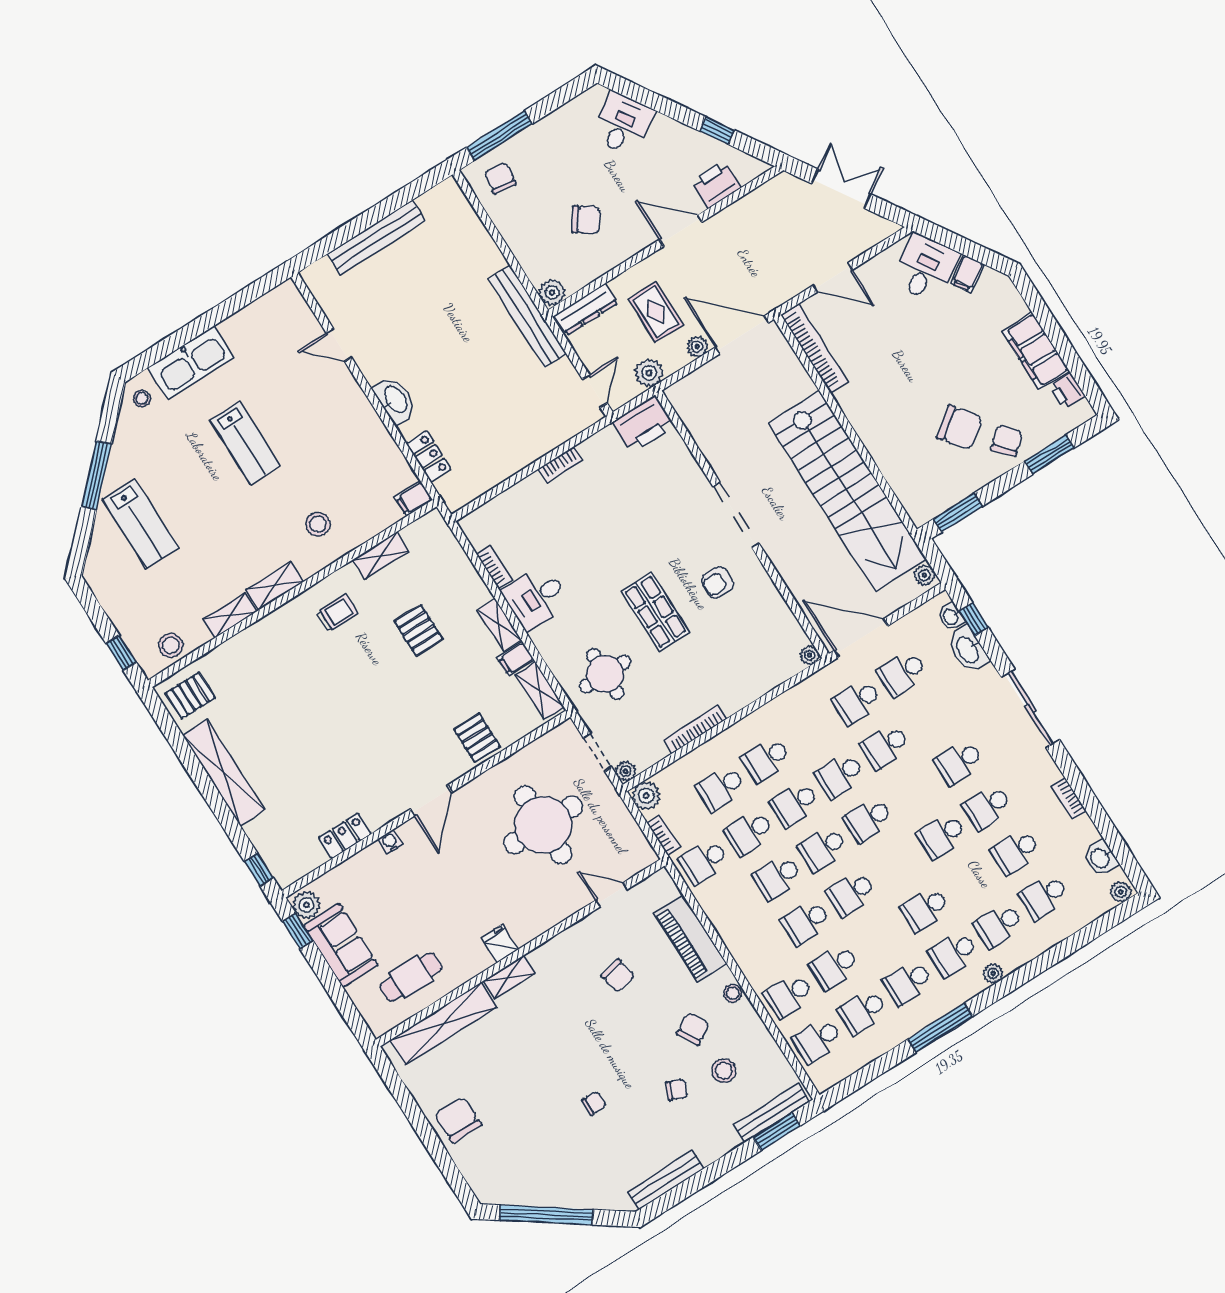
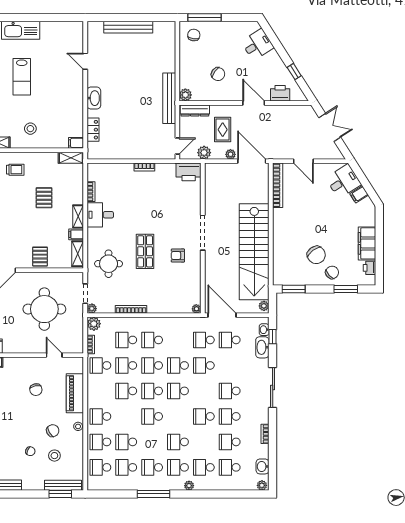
shelving: (381, 556) -> (71, 158), moved
school desk: (806, 922) -> (100, 416), moved

